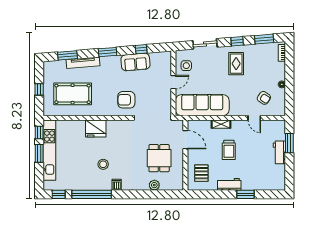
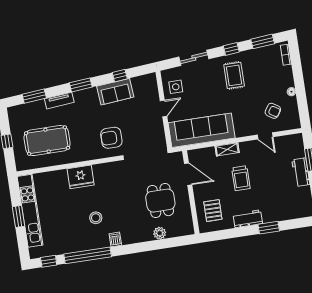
tv unit: (83, 63) -> (59, 101), width x0.71
window: (39, 132) -> (15, 192), removed

